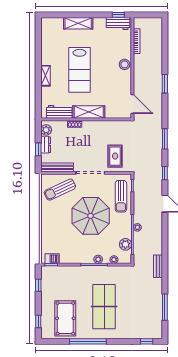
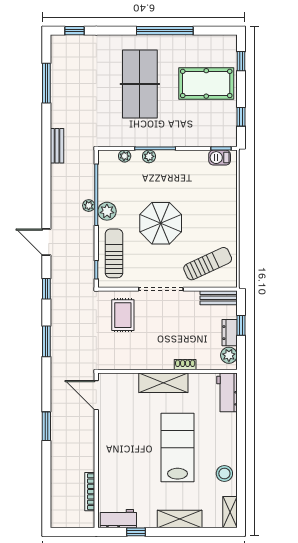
window: (118, 15) -> (136, 532), moved
stool: (125, 64) -> (224, 473), moved
shelving: (45, 76) -> (230, 512), moved
workbench: (59, 112) -> (227, 392), moved, turned 90
bench: (57, 167) -> (219, 298), width x0.73
parasol: (91, 216) -> (161, 223), width x0.73, depth x0.73
plant: (125, 244) -> (107, 211), moved
pool table: (65, 318) -> (206, 83), moved, turned 90

